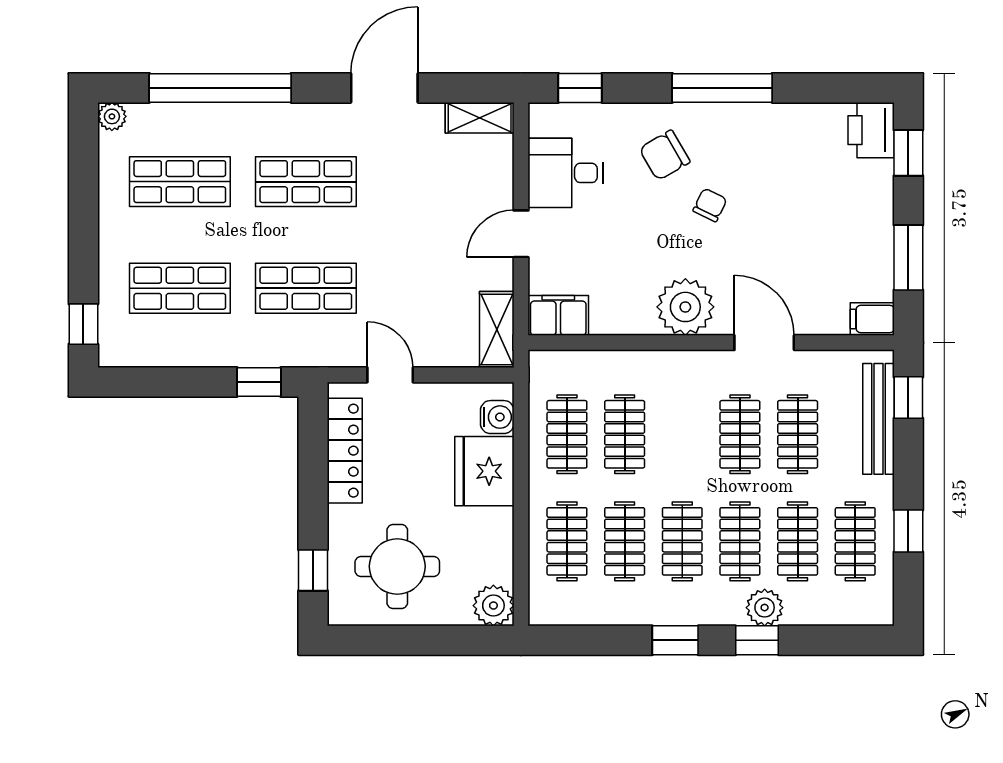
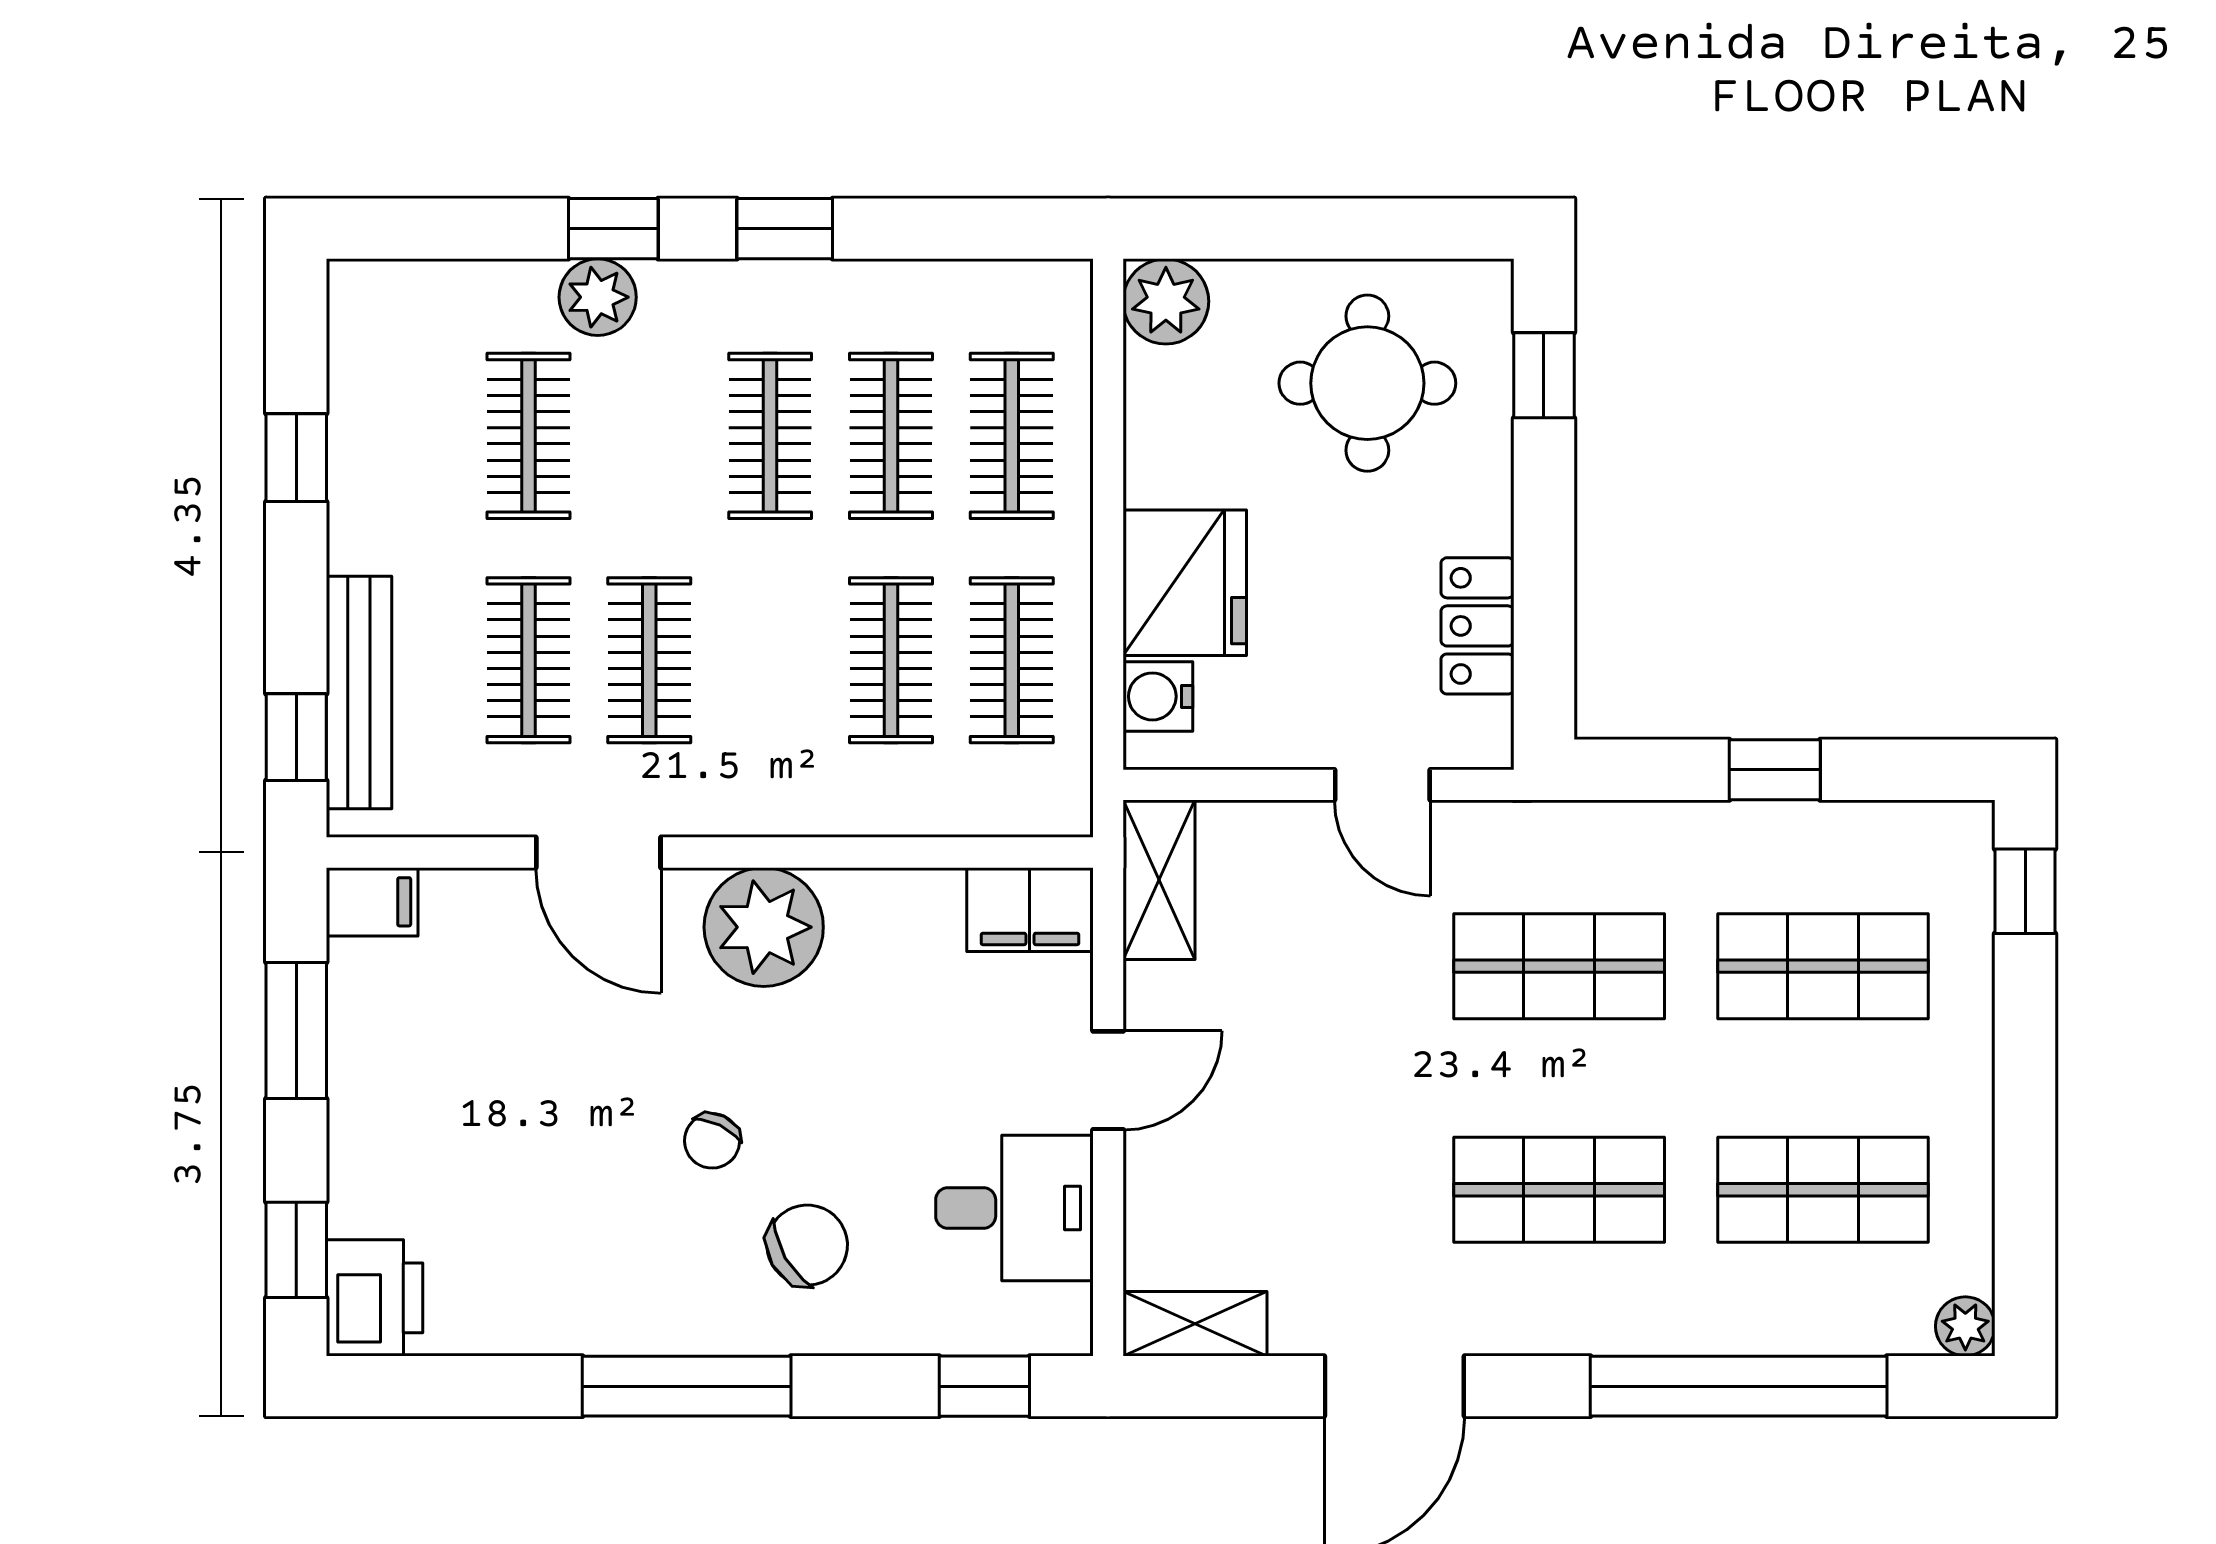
window: (259, 382) -> (1775, 770), moved
locker: (345, 451) -> (1477, 626), width x0.66
clothes rail: (740, 541) -> (649, 436), removed
clothes rail: (855, 541) -> (408, 436), removed

